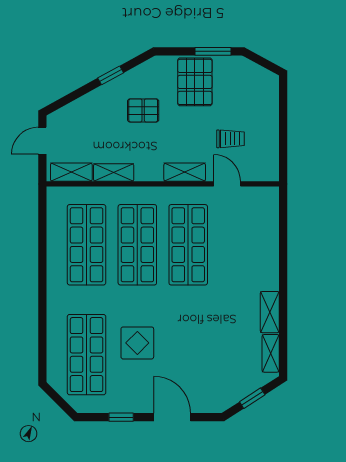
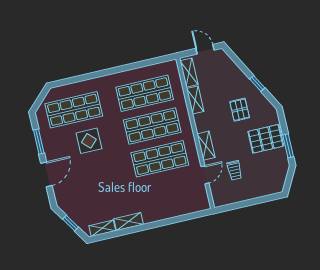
window: (121, 417) -> (39, 142), width x1.50

